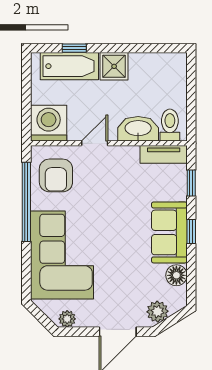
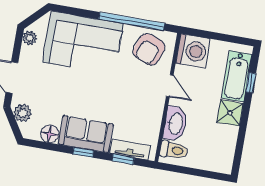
tv unit: (164, 154) -> (130, 149), moved, turned 90
armchair: (56, 175) -> (149, 49), turned -70

